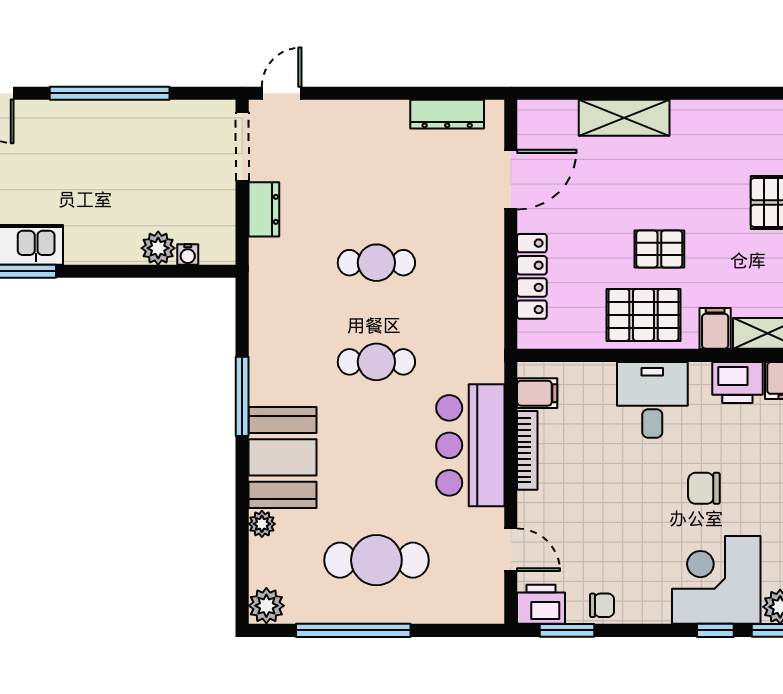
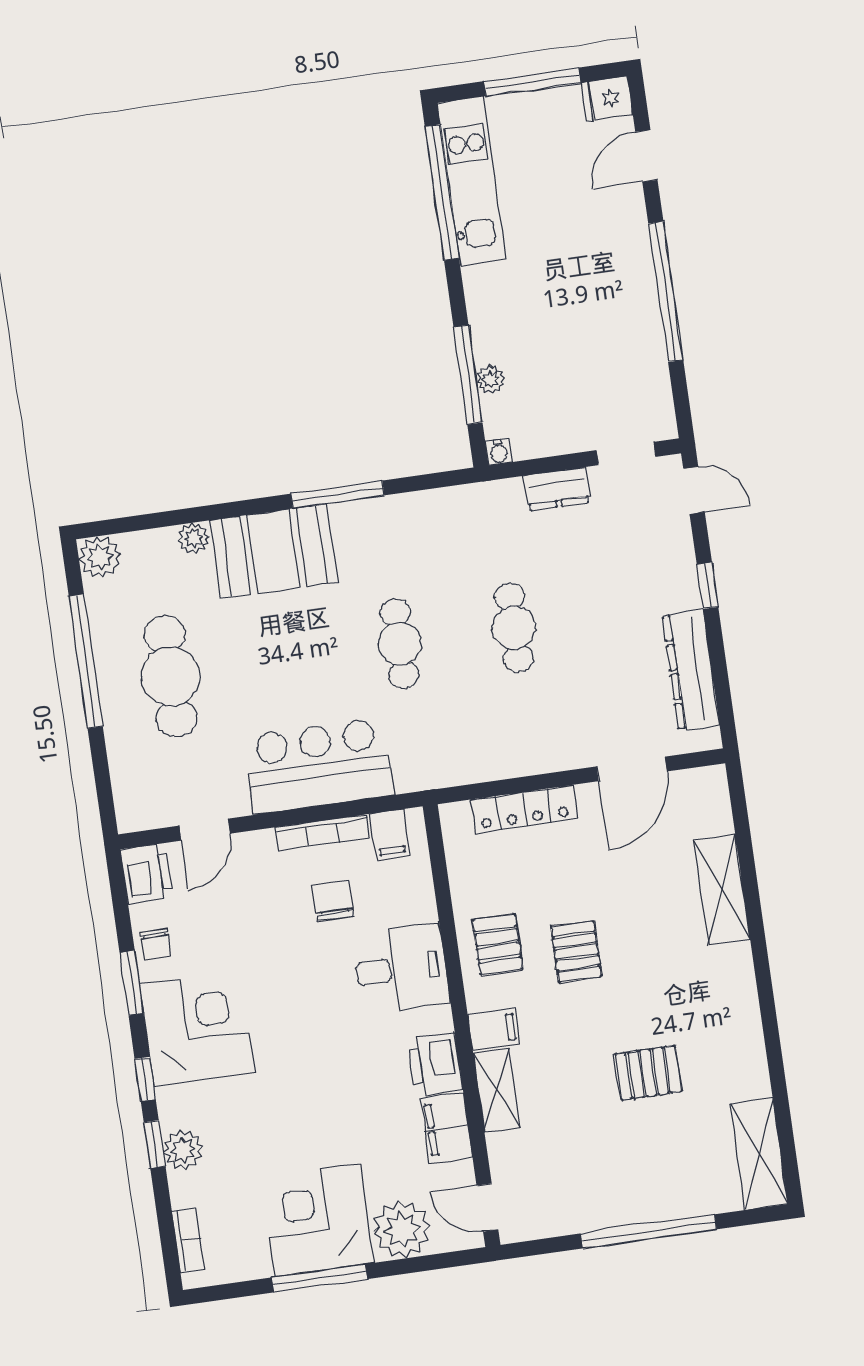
window: (364, 93) -> (708, 586), added
dresser: (447, 114) -> (691, 670), width x1.37, depth x1.24
doorway: (242, 146) -> (626, 453), width x0.73
door: (511, 180) -> (632, 769), hinge flipped
plant: (158, 248) -> (491, 379), width x0.73, depth x0.73
water cooler: (188, 254) -> (499, 452), moved, turned -90
window: (156, 271) -> (468, 375), added
pallet: (643, 315) -> (498, 944), width x0.67, depth x0.71
chair: (704, 488) -> (333, 901), moved
corner desk: (716, 580) -> (198, 1029), moved
window: (567, 630) -> (132, 983), moved

